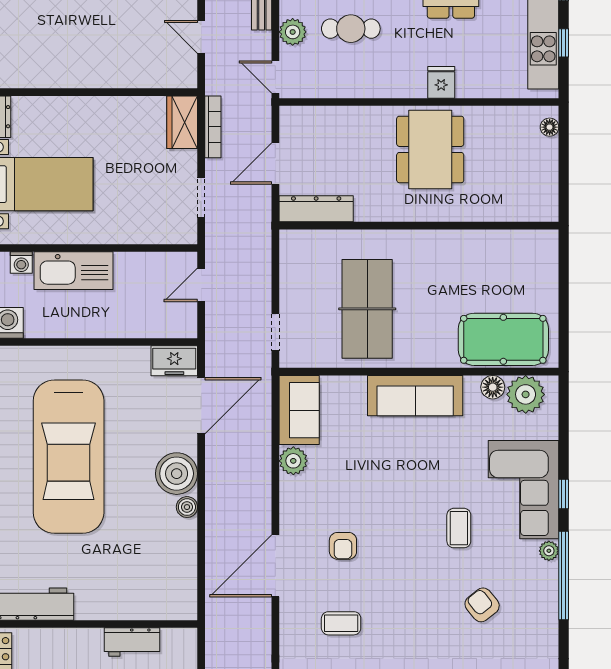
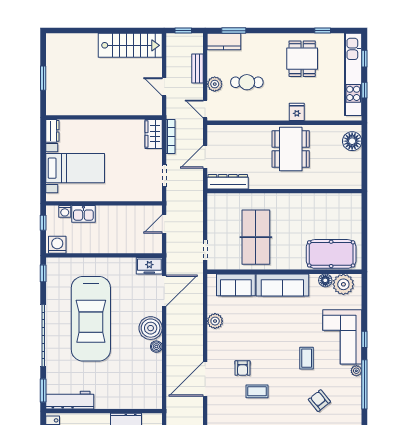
floor lamp: (550, 127) -> (352, 141), width x1.89, depth x1.89
kitchen sink: (74, 271) -> (83, 214), width x0.53, depth x0.81
sofa: (299, 410) -> (236, 285), moved, turned 90
coffee table: (341, 623) -> (257, 391), moved

